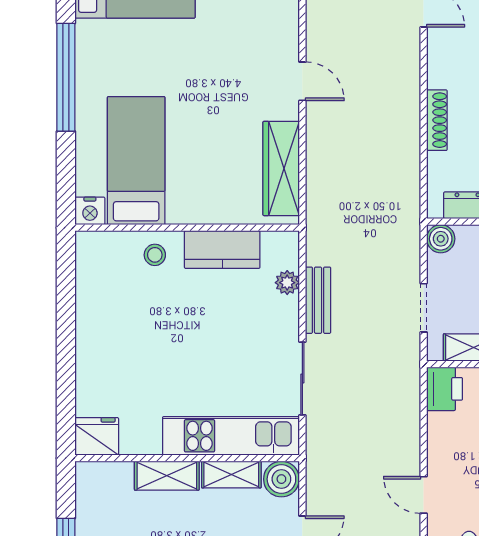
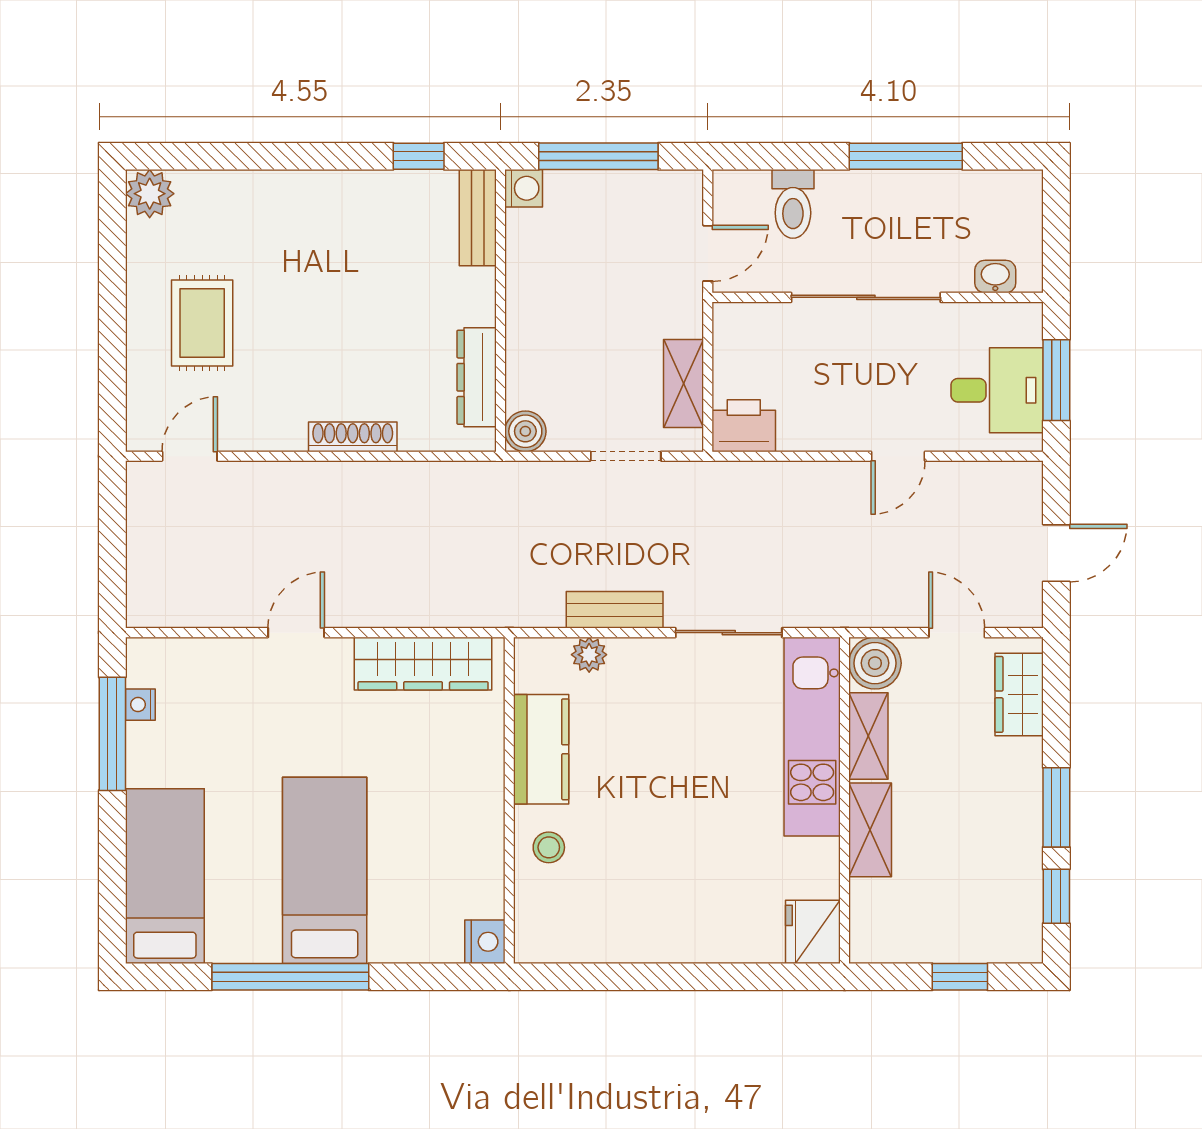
bed: (136, 161) -> (325, 870), moved, turned 90

